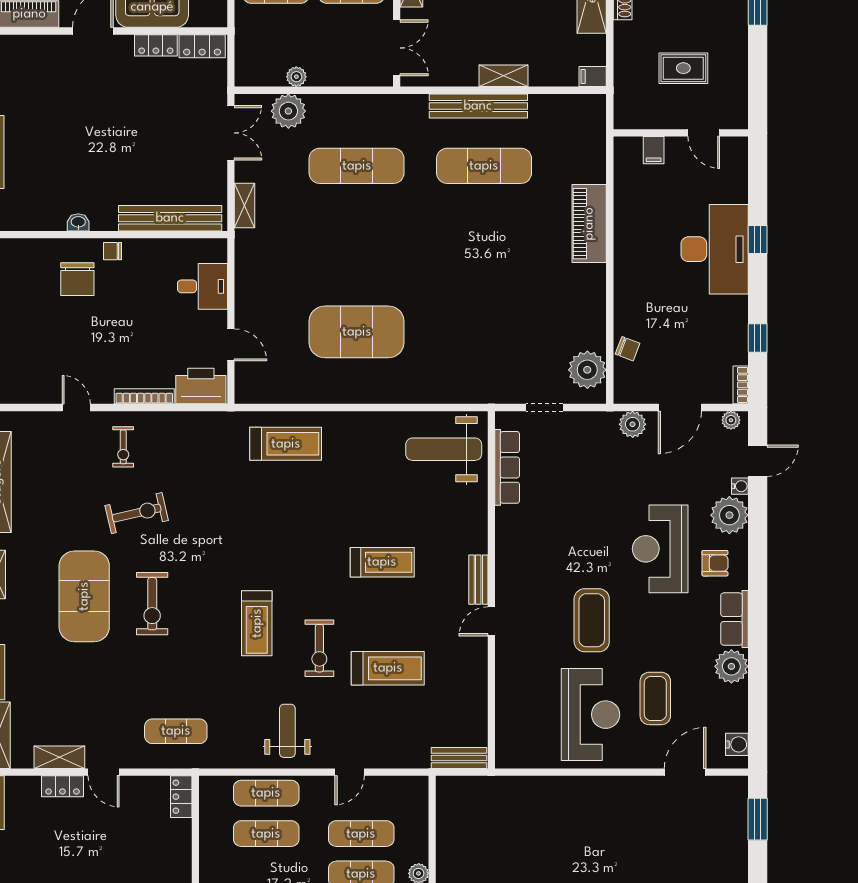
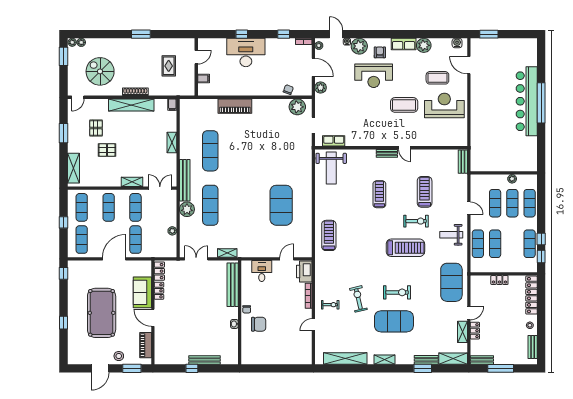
bench: (478, 106) -> (185, 180), moved
plant: (288, 111) -> (187, 209), moved
row of seats: (507, 467) -> (334, 141), width x0.68
treadmill: (257, 623) -> (405, 248), width x1.37, depth x1.38
exercise mat: (176, 731) -> (451, 282), width x2.00, depth x1.45
locker: (181, 797) -> (499, 280), moved

